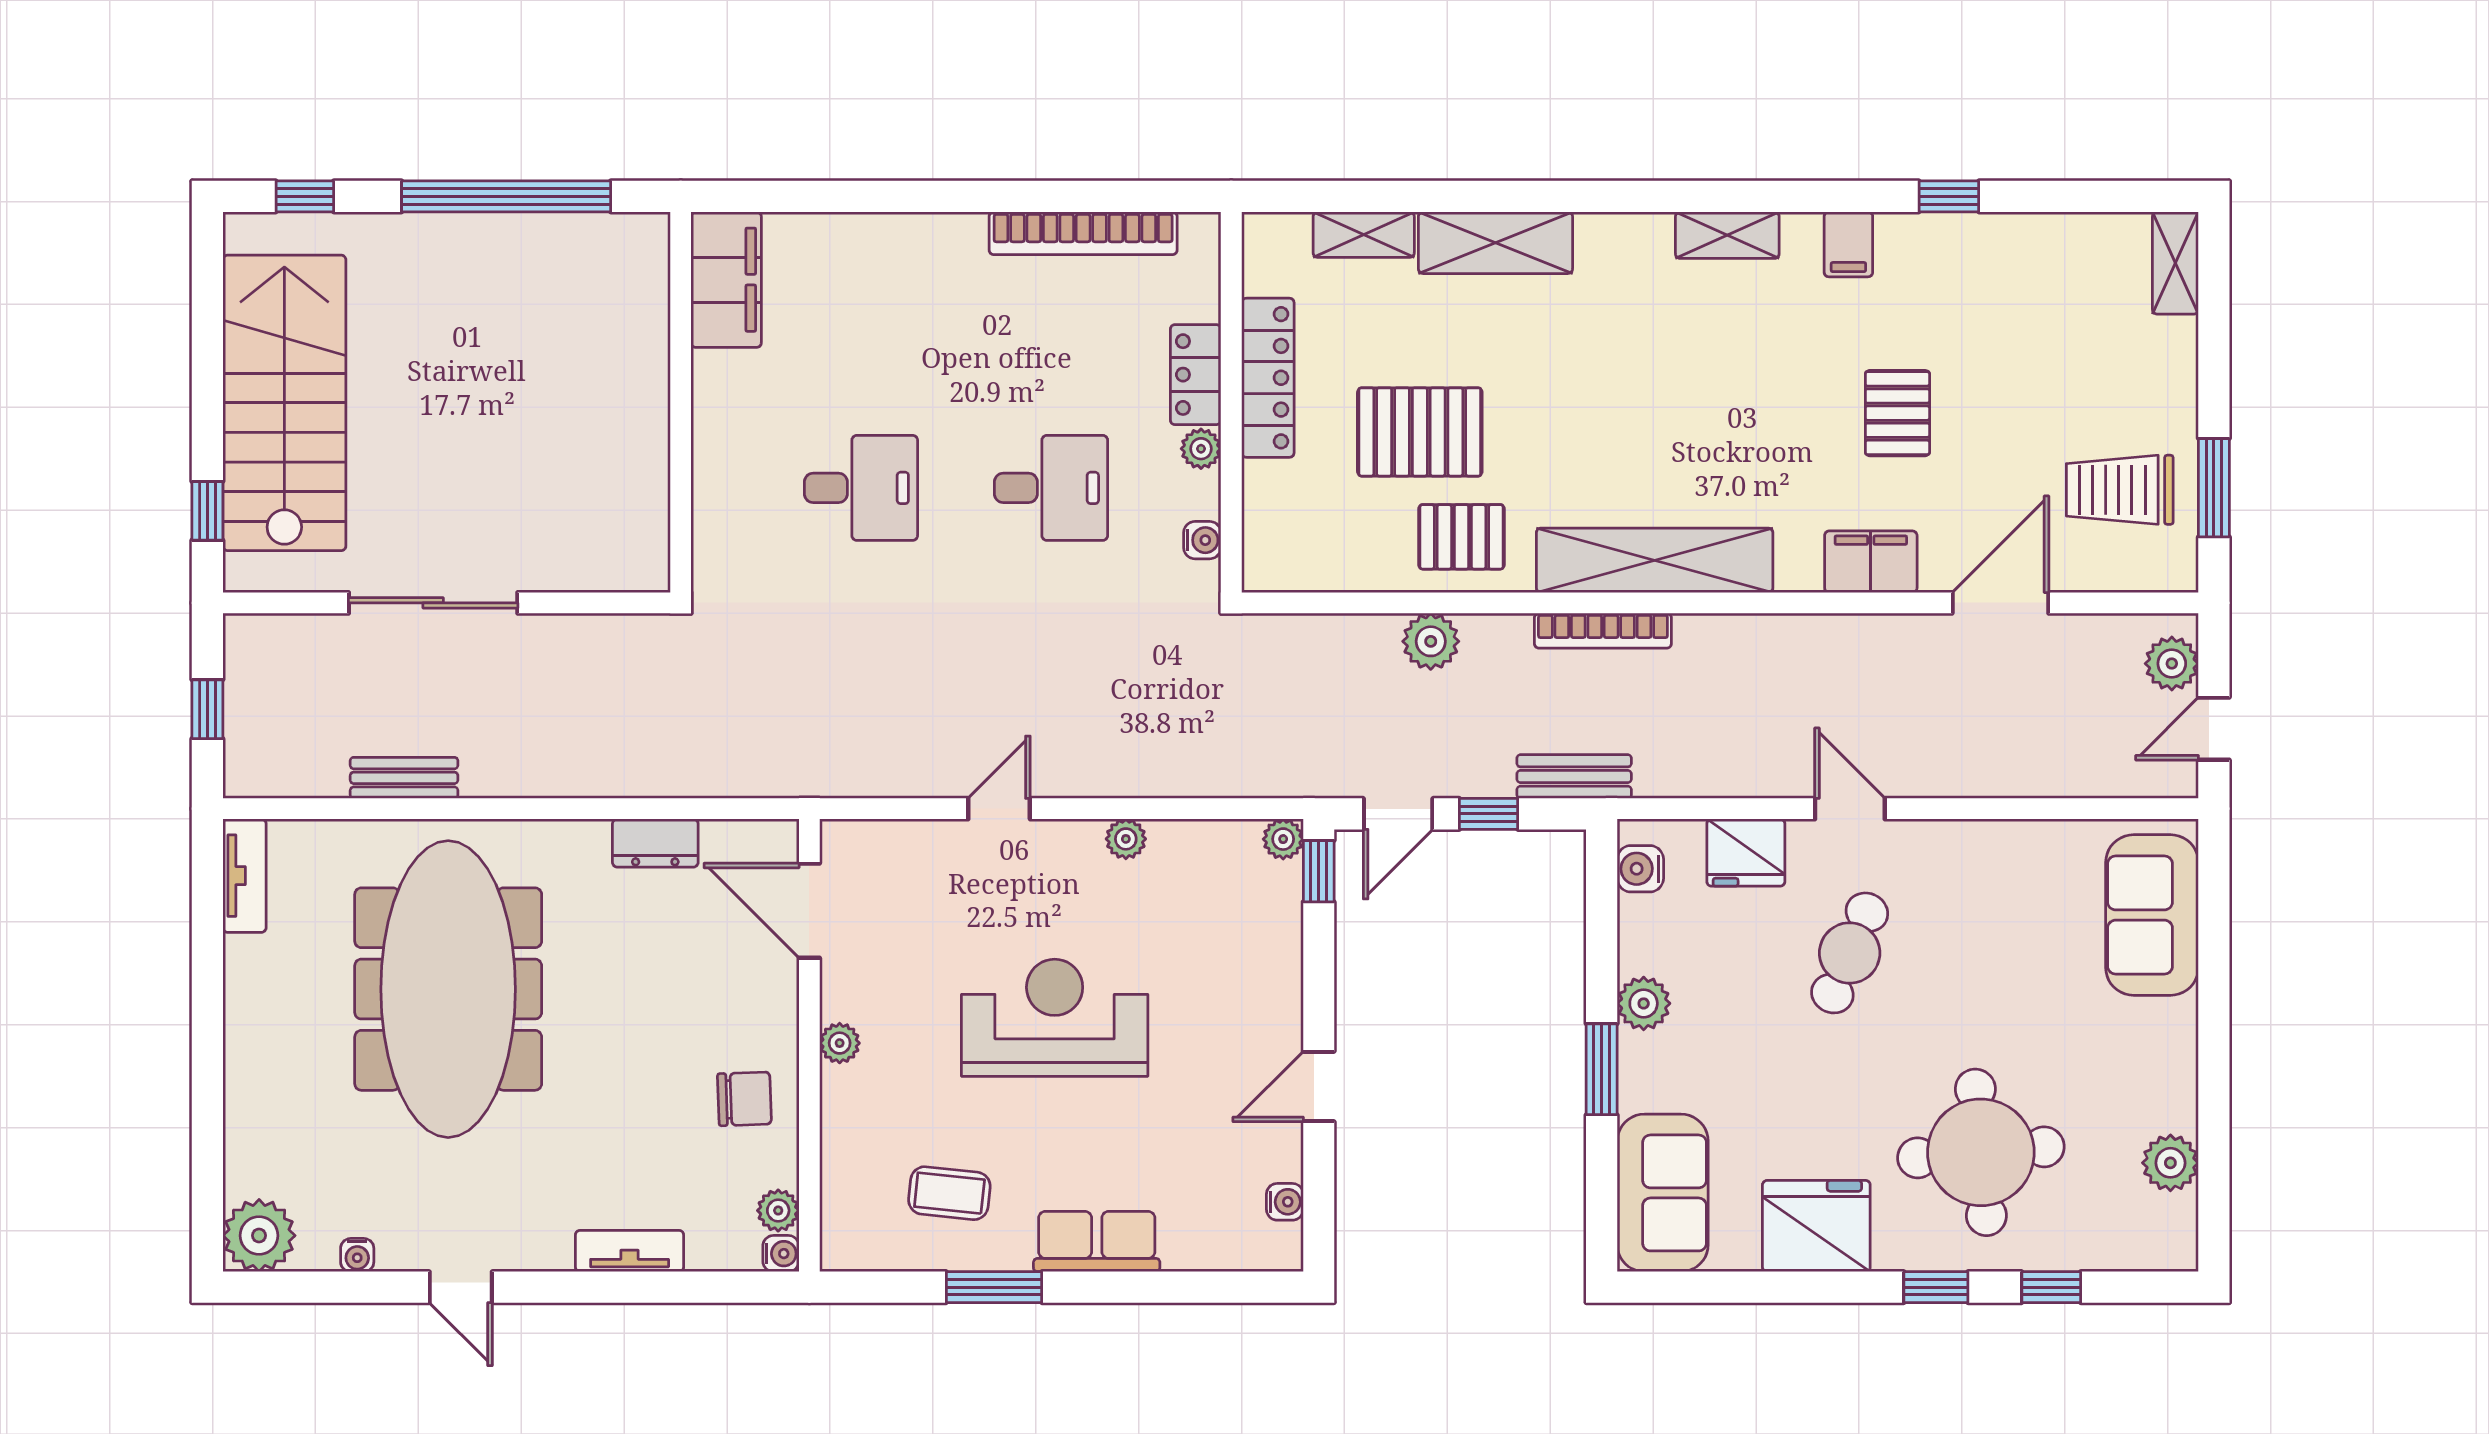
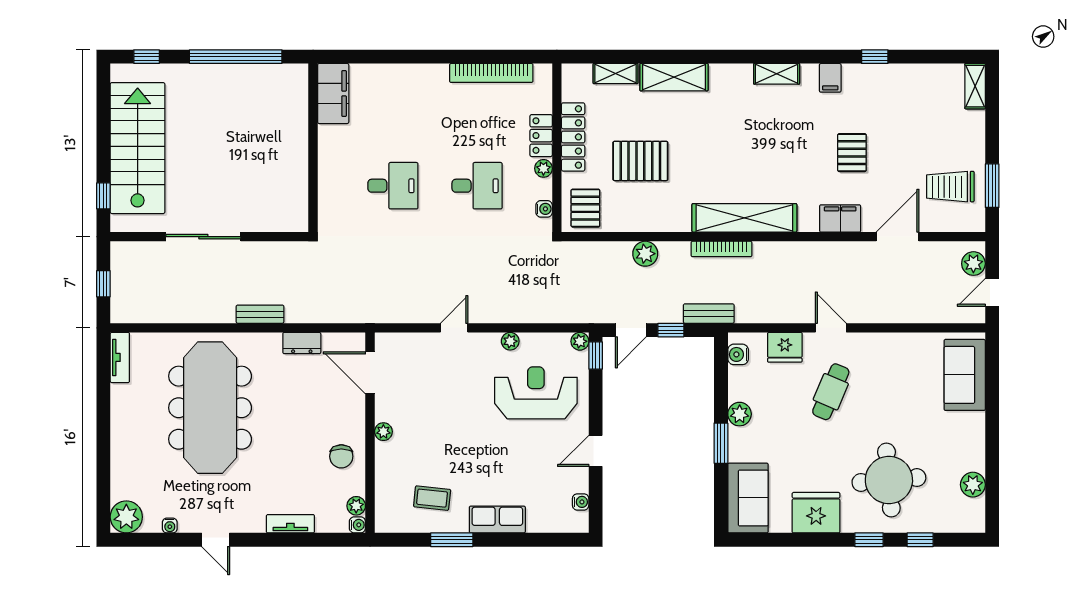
pallet: (1461, 537) -> (585, 208), moved, turned 90
bench: (404, 778) -> (260, 314), moved
reception desk: (1055, 1018) -> (536, 393), moved
chair: (744, 1099) -> (341, 456), turned 92

